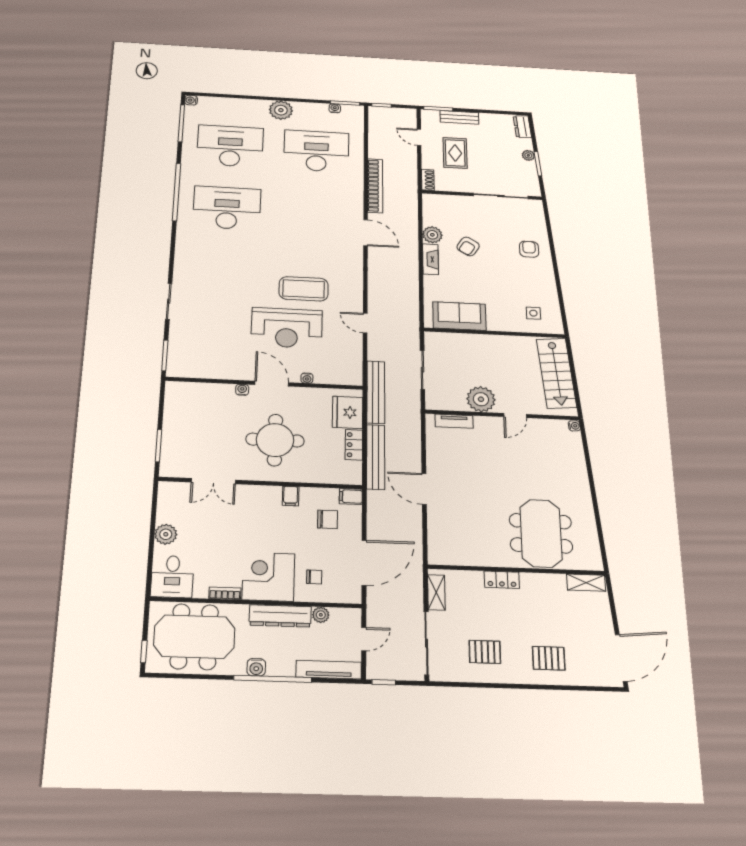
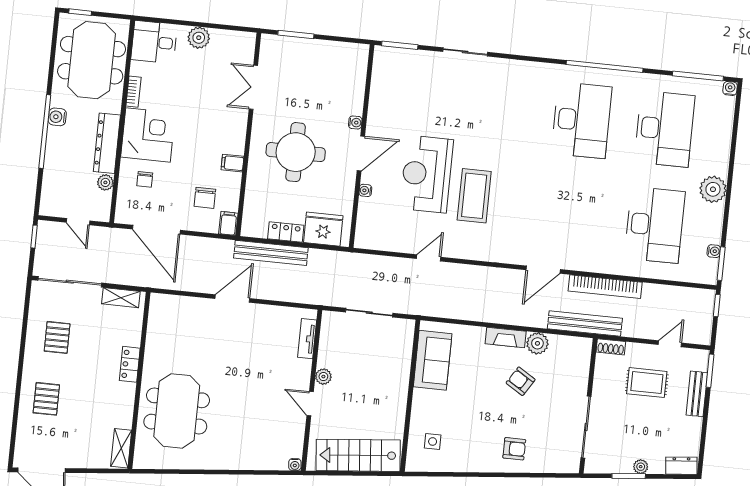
bench: (376, 392) -> (585, 323), moved
plant: (481, 399) -> (323, 377), width x0.53, depth x0.53
meeting table: (541, 533) -> (177, 411), turned 90
tv unit: (329, 670) -> (50, 185), removed

